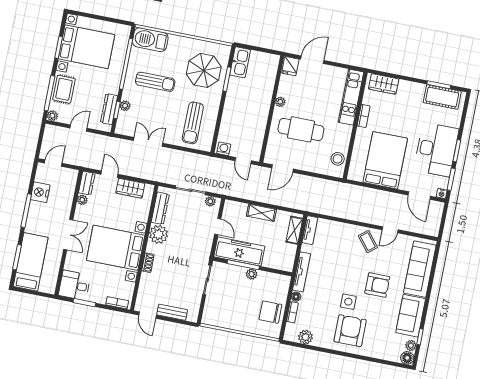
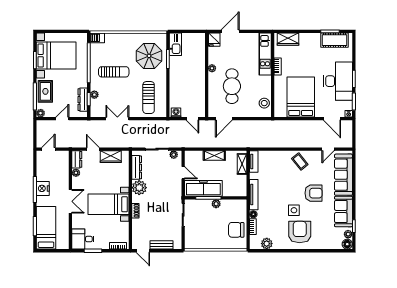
barbecue: (150, 40) -> (97, 38), width x0.53, depth x0.65
cafe table: (301, 129) -> (232, 86), turned 90
nightstand: (40, 192) -> (43, 188), moved
door: (390, 230) -> (328, 149), moved
bed with nightstands: (116, 248) -> (109, 204), width x0.73

